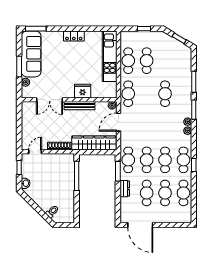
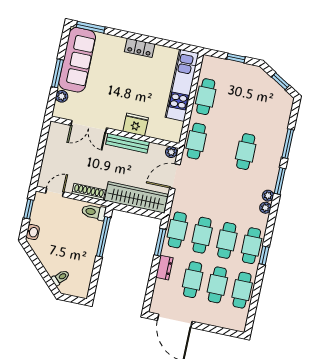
cafe table: (147, 61) -> (230, 102), removed
toilet: (66, 160) -> (94, 212), added

